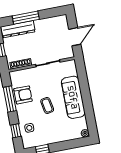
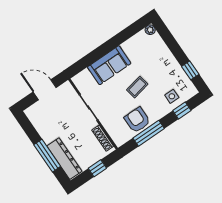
sofa: (73, 97) -> (109, 65), width x0.73

